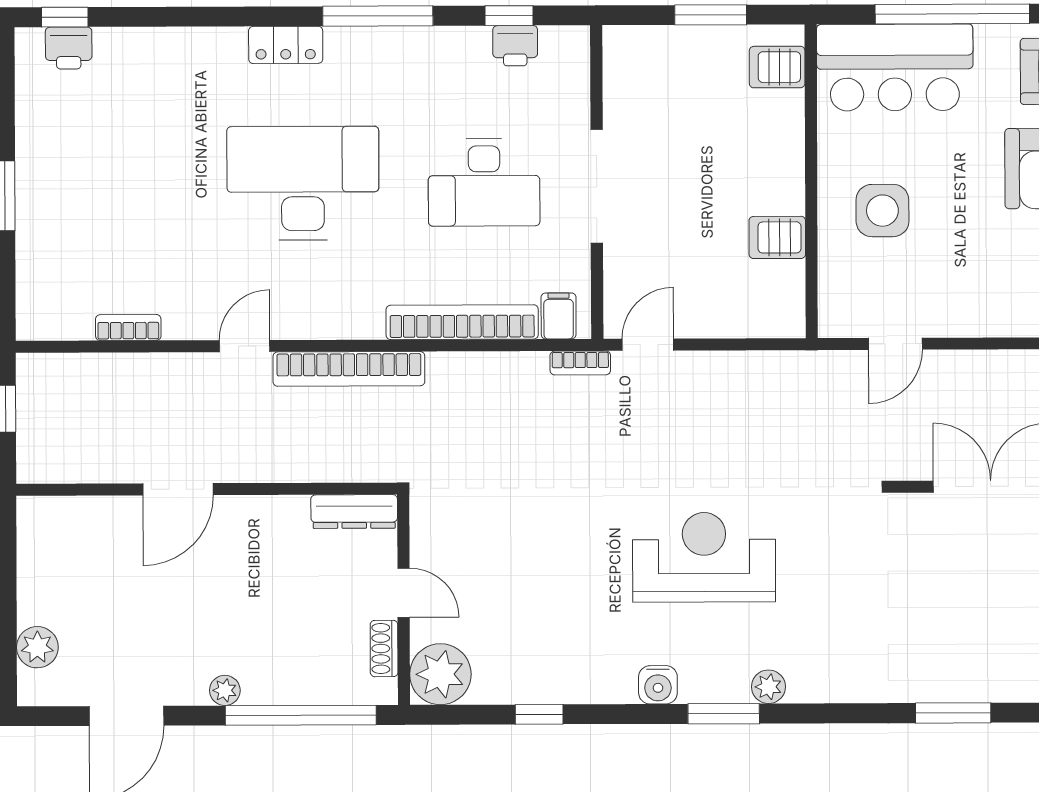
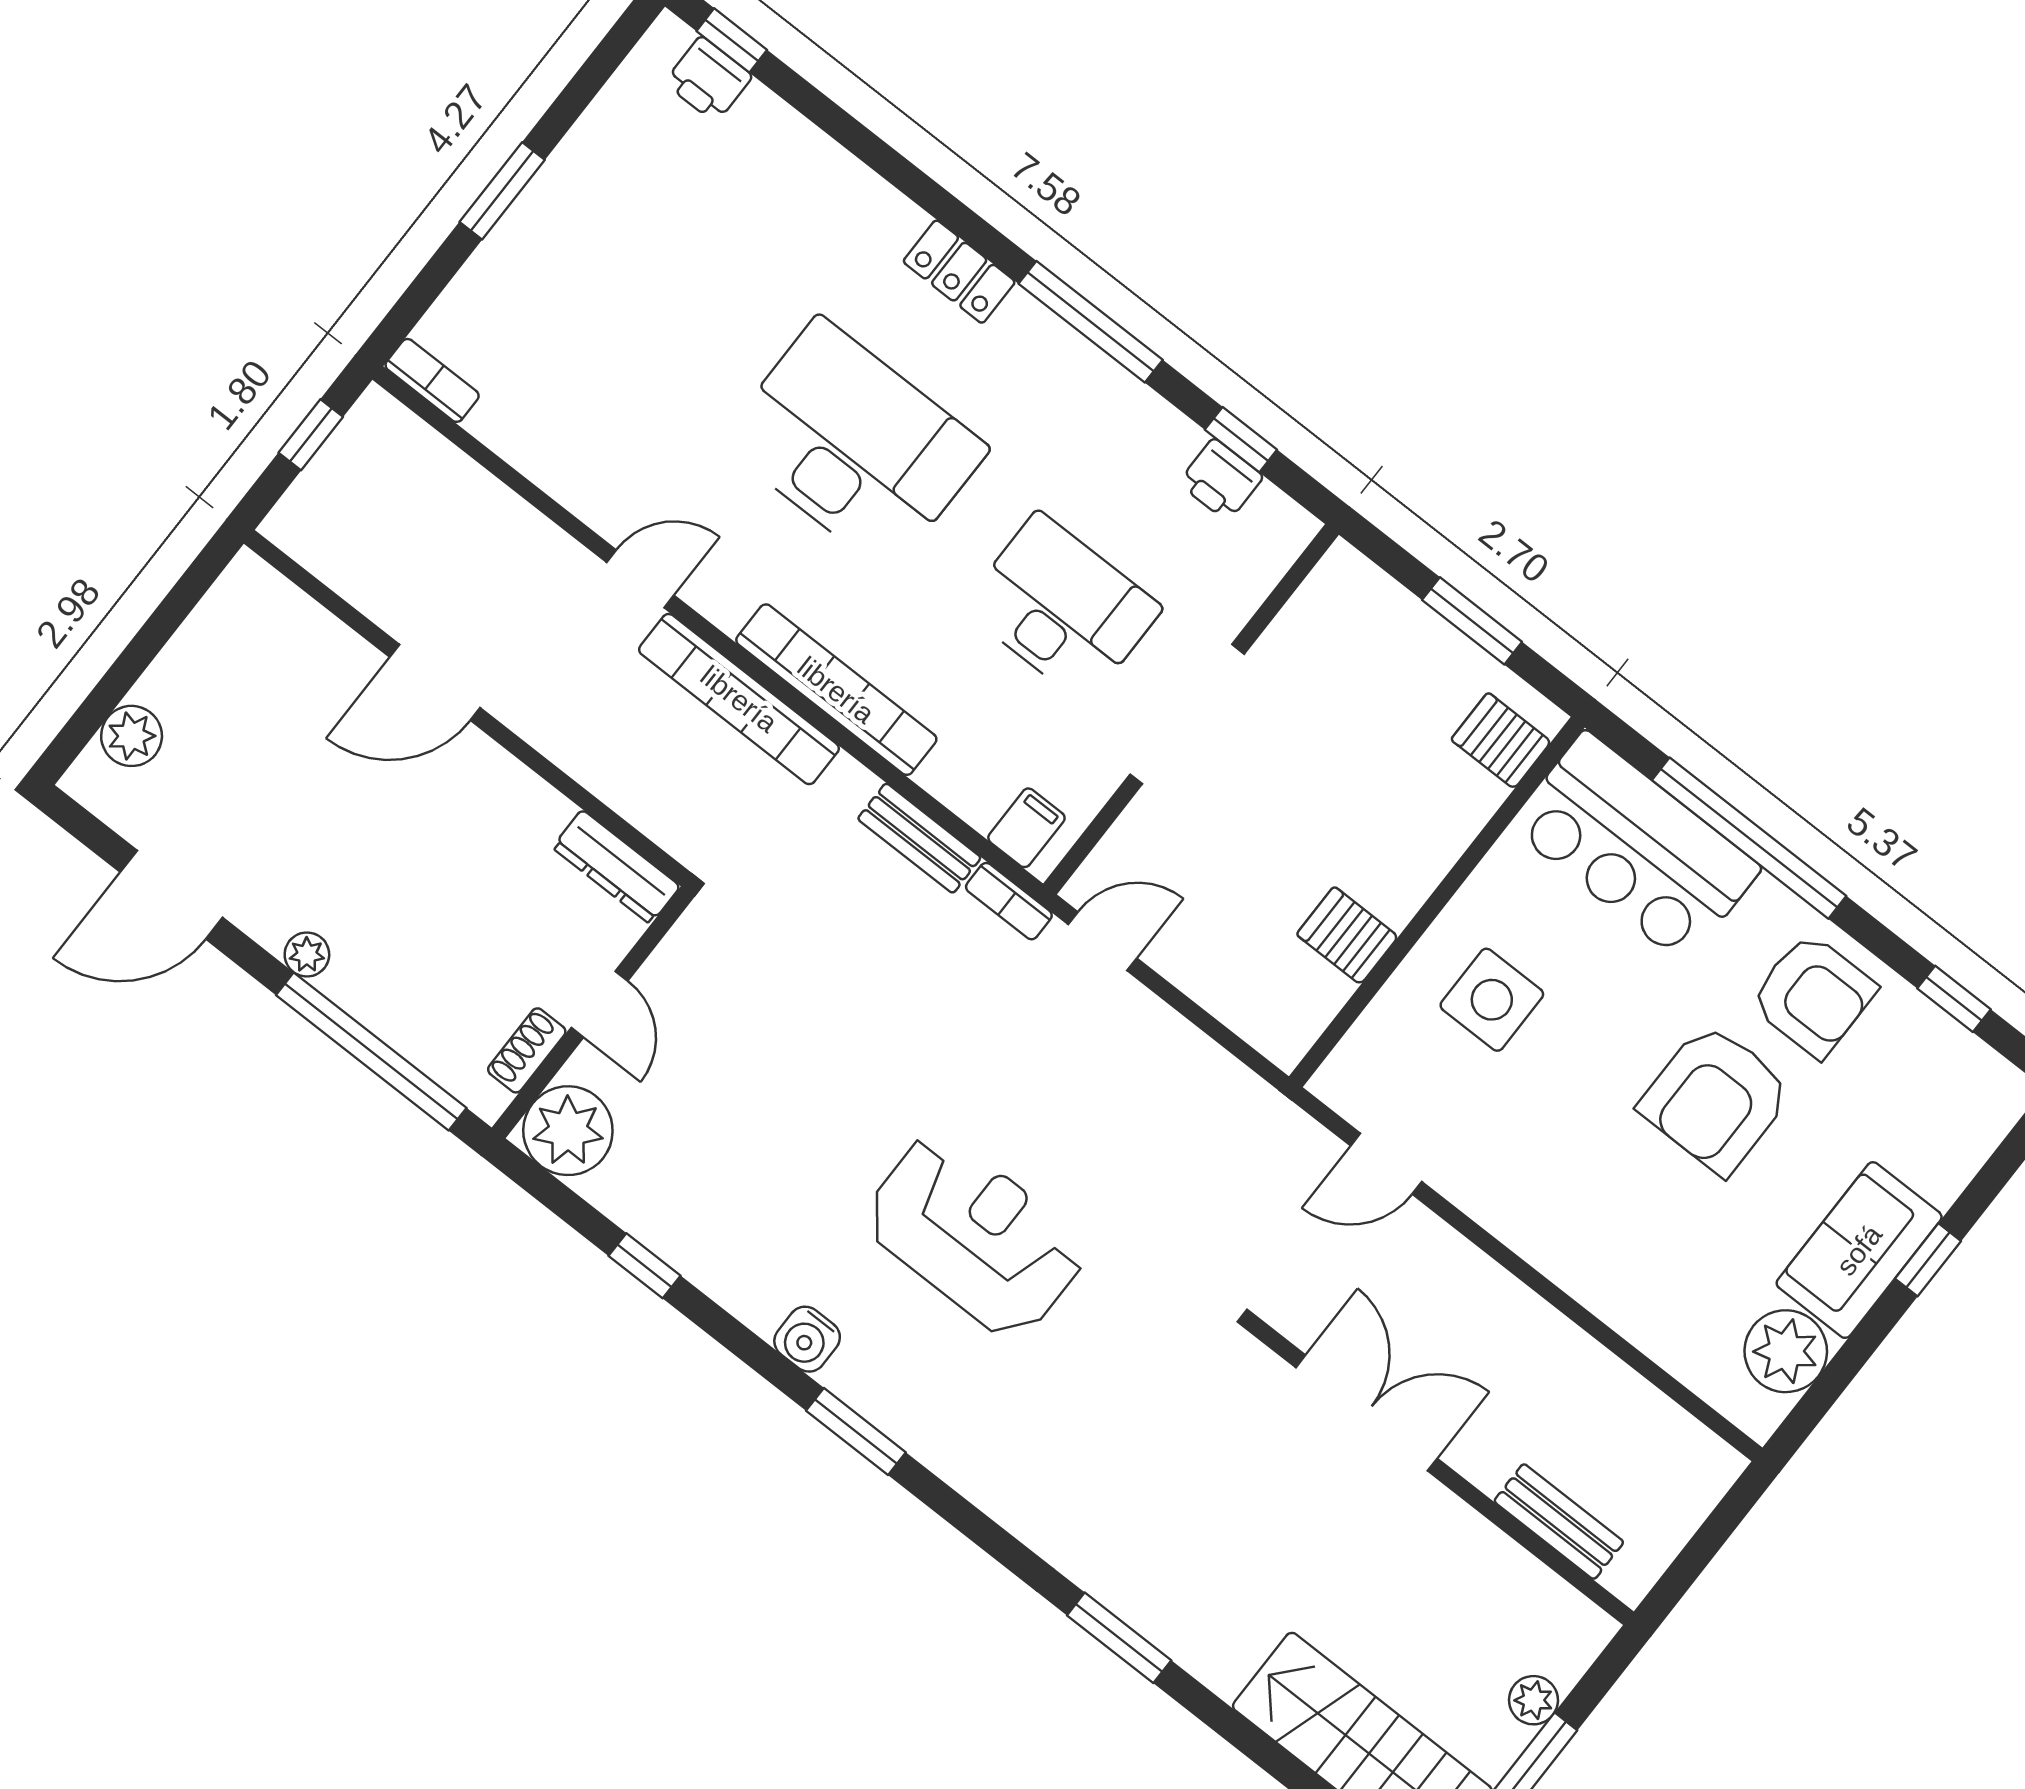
desk: (484, 182) -> (1062, 608), turned 180
bookcase: (462, 322) -> (836, 690), moved
bookcase: (128, 328) -> (432, 380), moved
bench: (505, 367) -> (919, 838), added
plant: (768, 687) -> (932, 1441), removed

